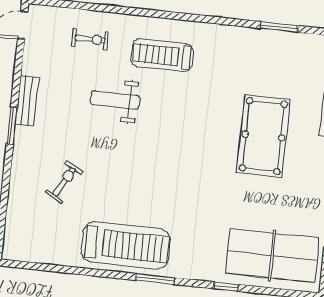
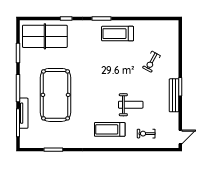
treadmill: (162, 55) -> (110, 129), turned 180
bench: (27, 101) -> (174, 95), width x1.36
pool table: (263, 136) -> (56, 95), width x1.36, depth x1.32
treadmill: (126, 246) -> (118, 34), width x0.73, depth x0.73

